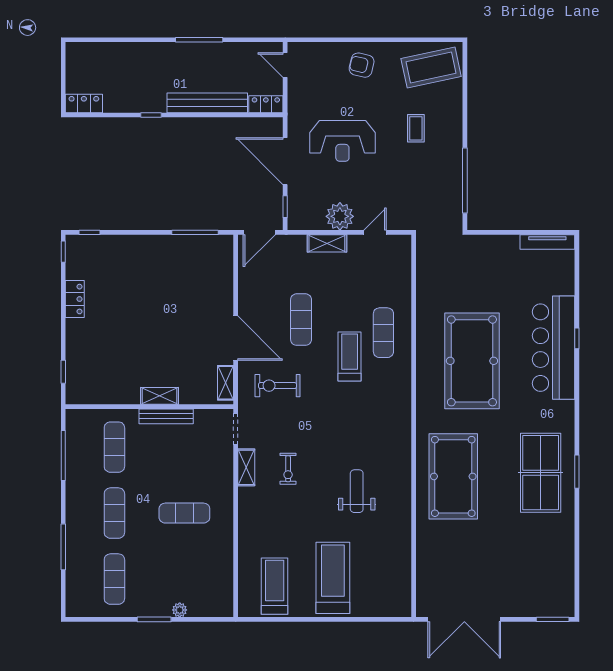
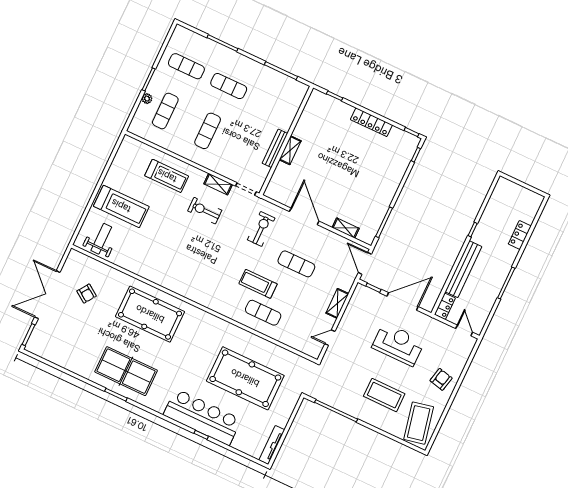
door: (285, 65) -> (464, 330), hinge flipped
locker: (84, 103) -> (520, 235), moved, turned 180
coffee table: (416, 128) -> (384, 395), width x1.86, depth x1.72
reception desk: (342, 141) -> (398, 344), turned 90
plant: (340, 216) -> (351, 320), removed
door: (375, 232) -> (330, 338), swing flipped
locker: (75, 299) -> (371, 122), width x1.53
door: (236, 338) -> (304, 216), swing flipped
treadmill: (350, 357) -> (258, 284), turned 180
pool table: (472, 361) -> (245, 378), moved
shelving: (226, 383) -> (346, 228), moved
exercise mat: (114, 447) -> (165, 111), moved, turned 90
exercise bike: (288, 469) -> (205, 211), width x1.38, depth x1.39
weight bench: (357, 491) -> (101, 239), moved, turned -90
armchair: (465, 570) -> (87, 294), added
treadmill: (275, 586) -> (167, 176), moved
double door: (464, 619) -> (47, 295), moved

